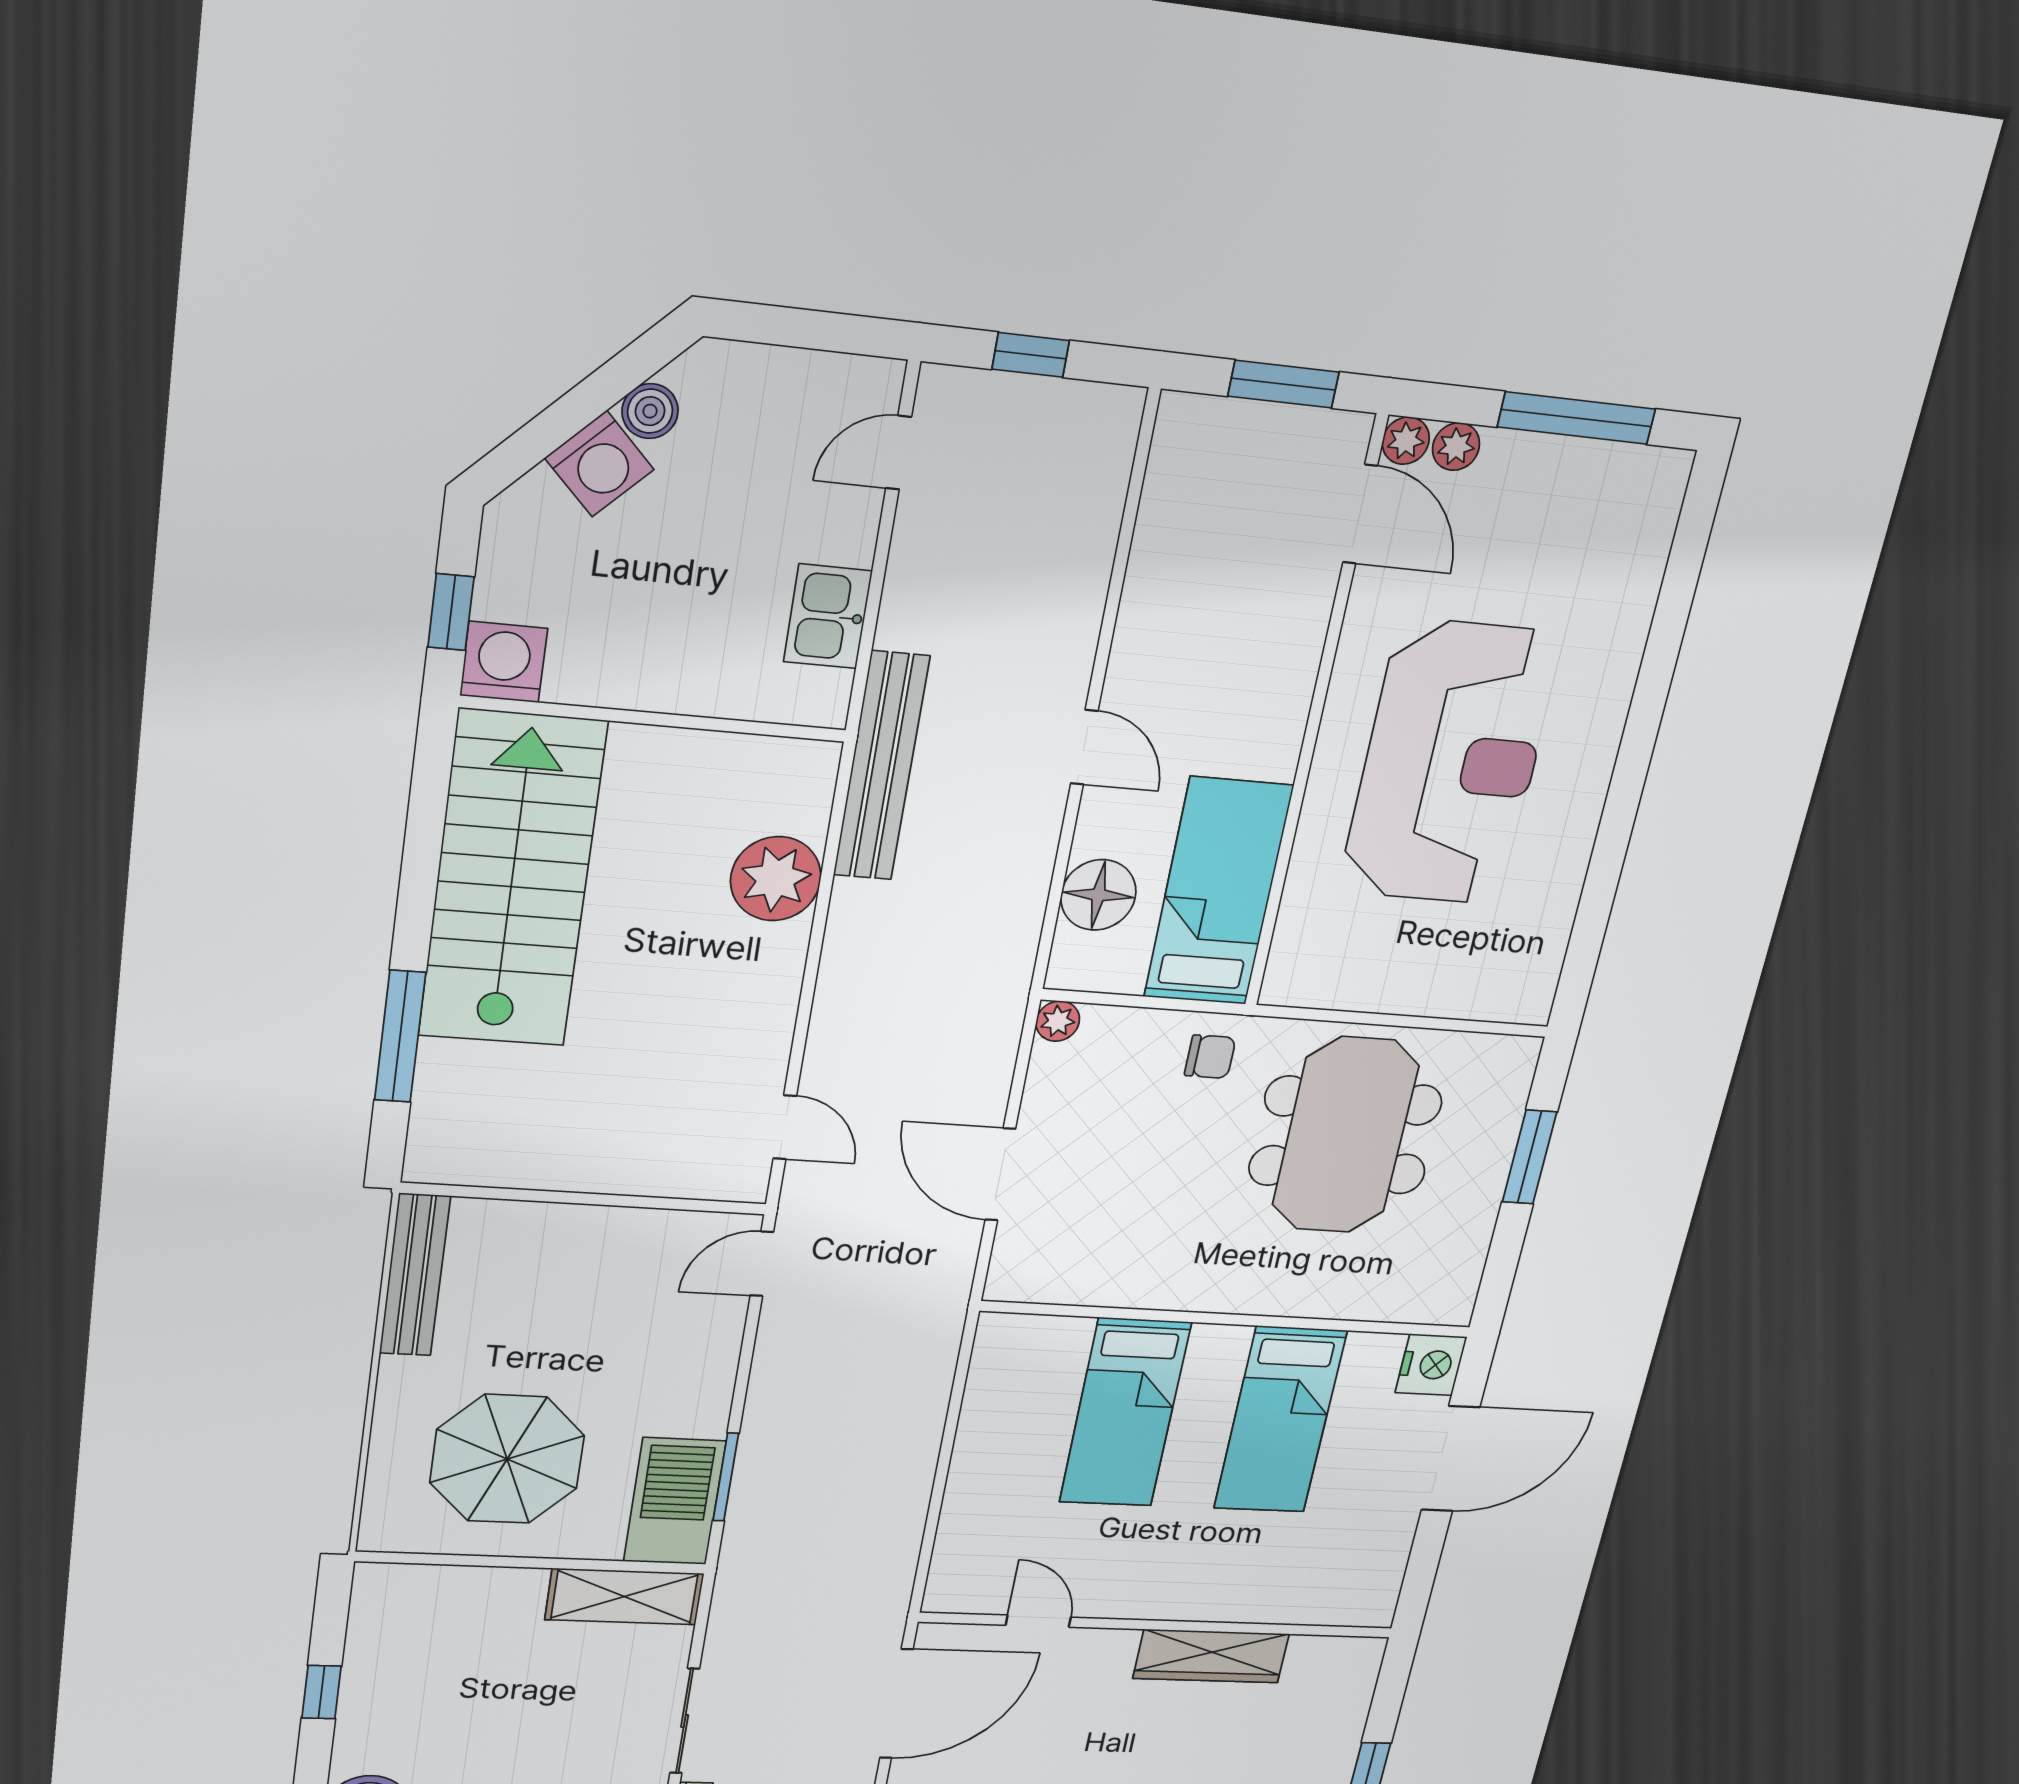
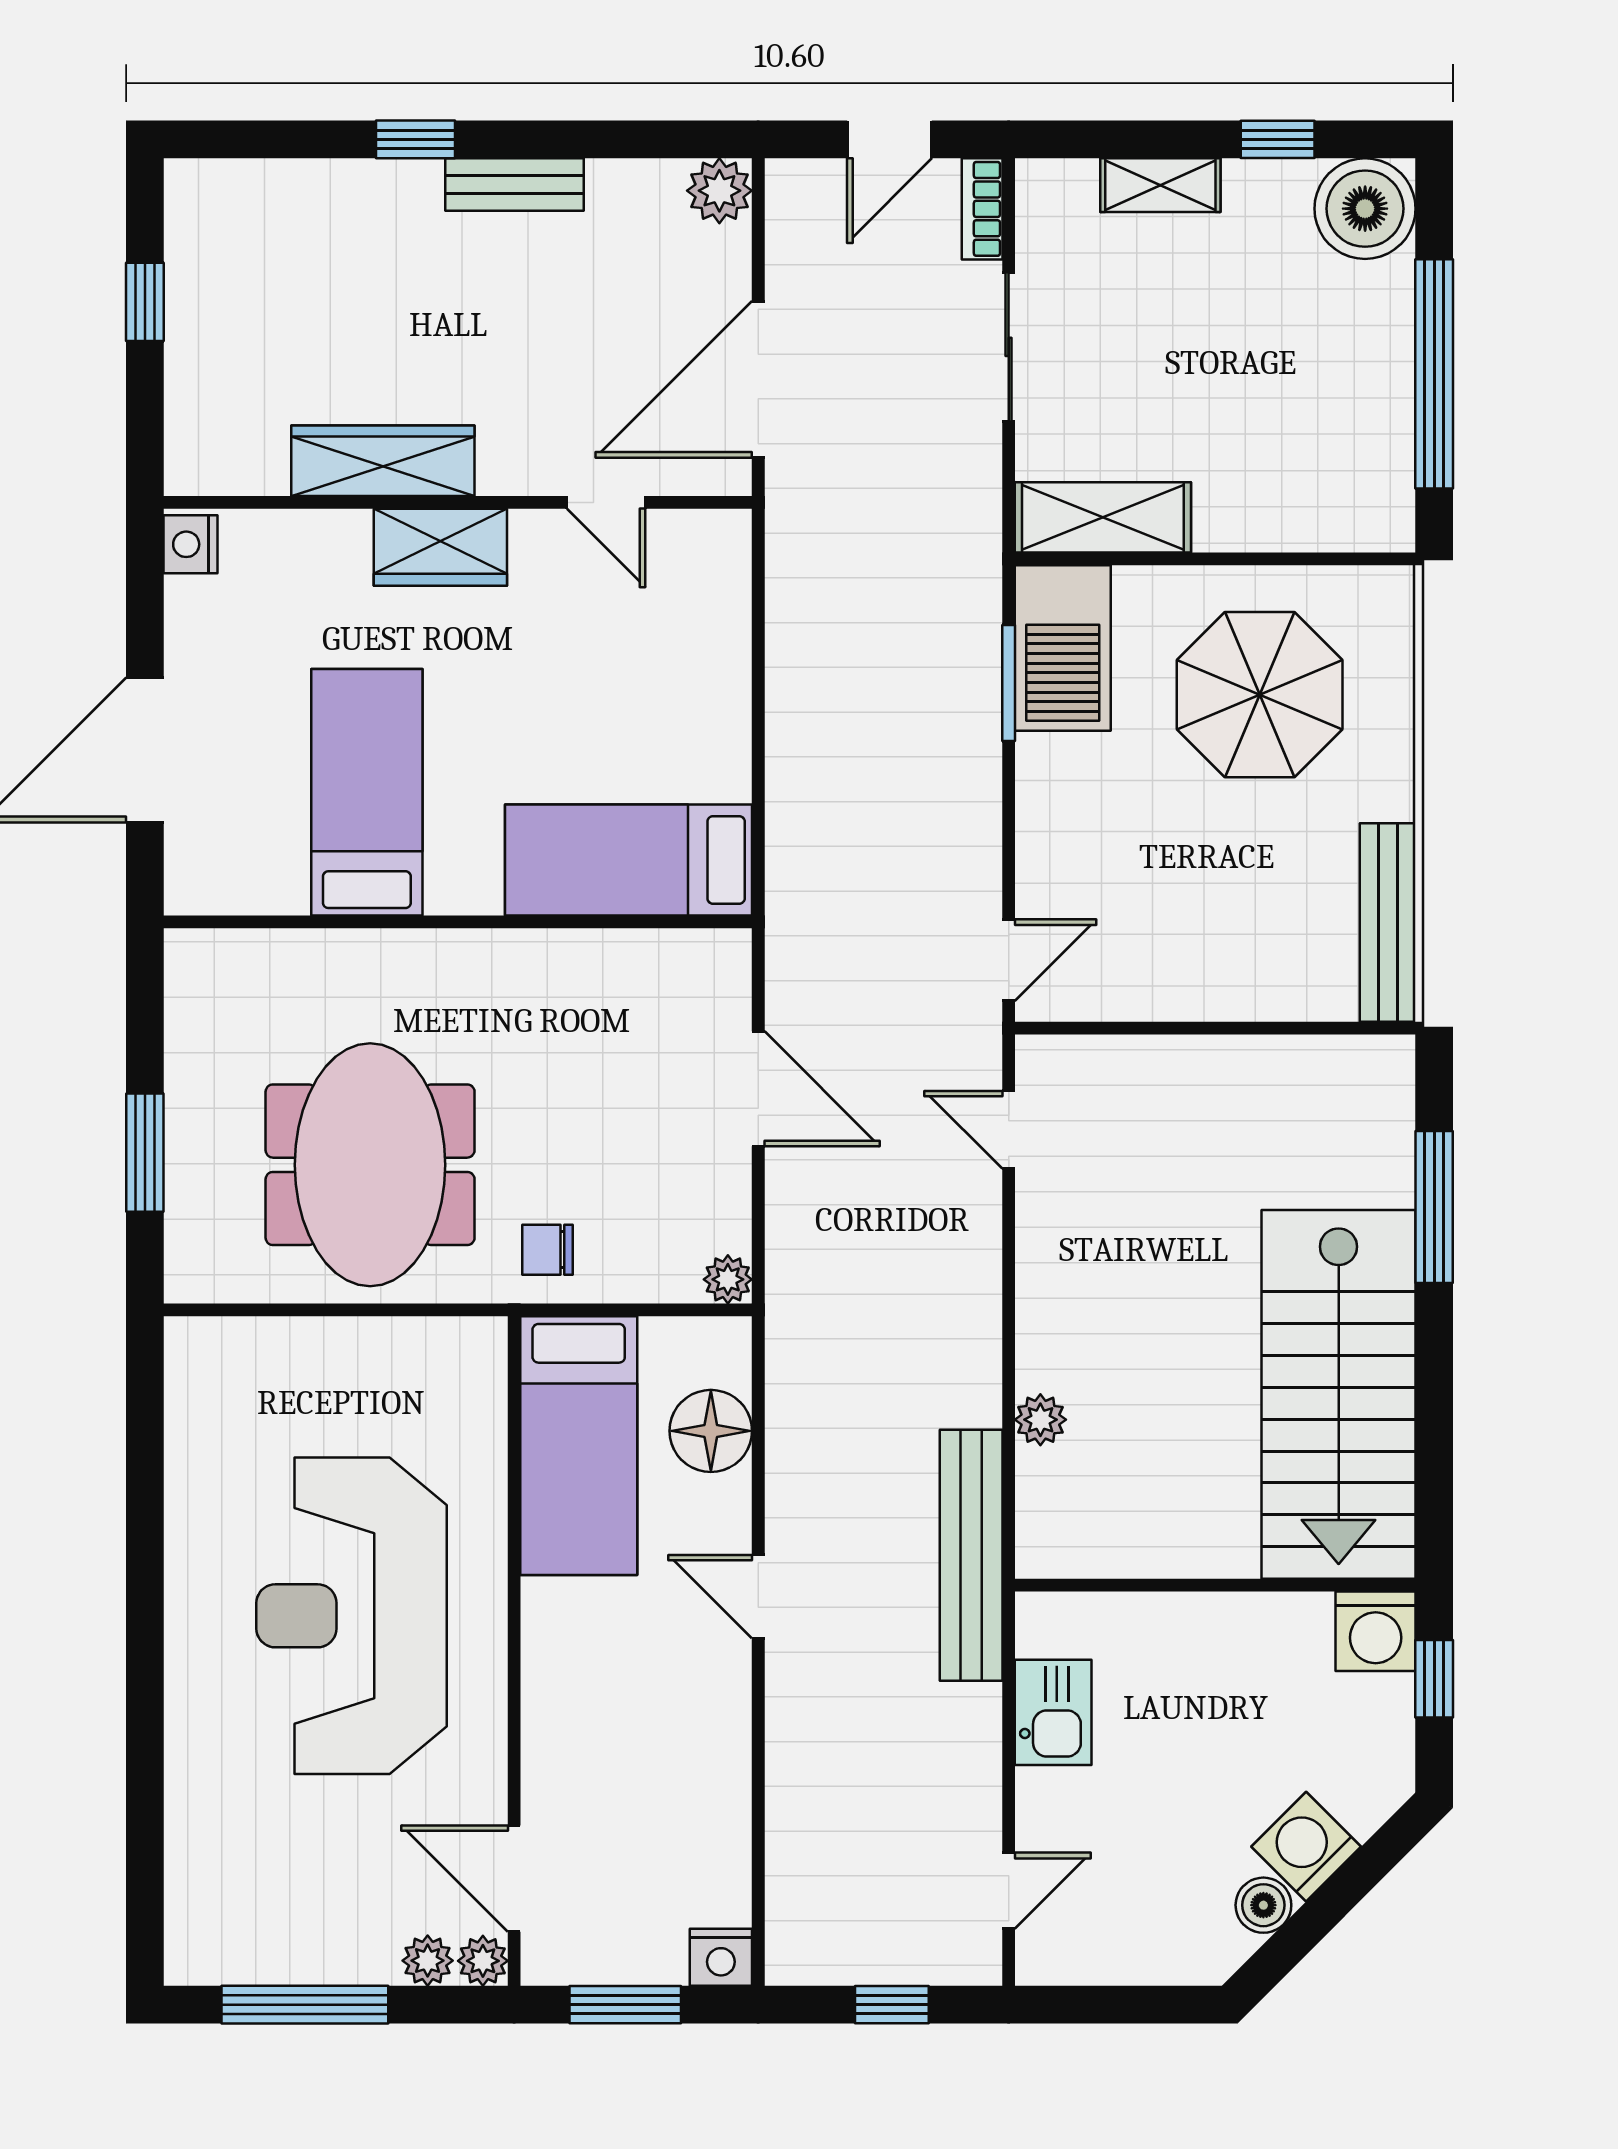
nightstand: (1185, 419) -> (721, 1957), added
plant: (776, 879) -> (1040, 1420), width x0.53, depth x0.53
nightstand: (1431, 1365) -> (191, 544), moved, width x0.74, depth x0.75
bed: (1125, 1413) -> (628, 860), moved, turned -90
wardrobe: (1179, 1594) -> (440, 547), added
window: (321, 1692) -> (1434, 374), width x3.17

